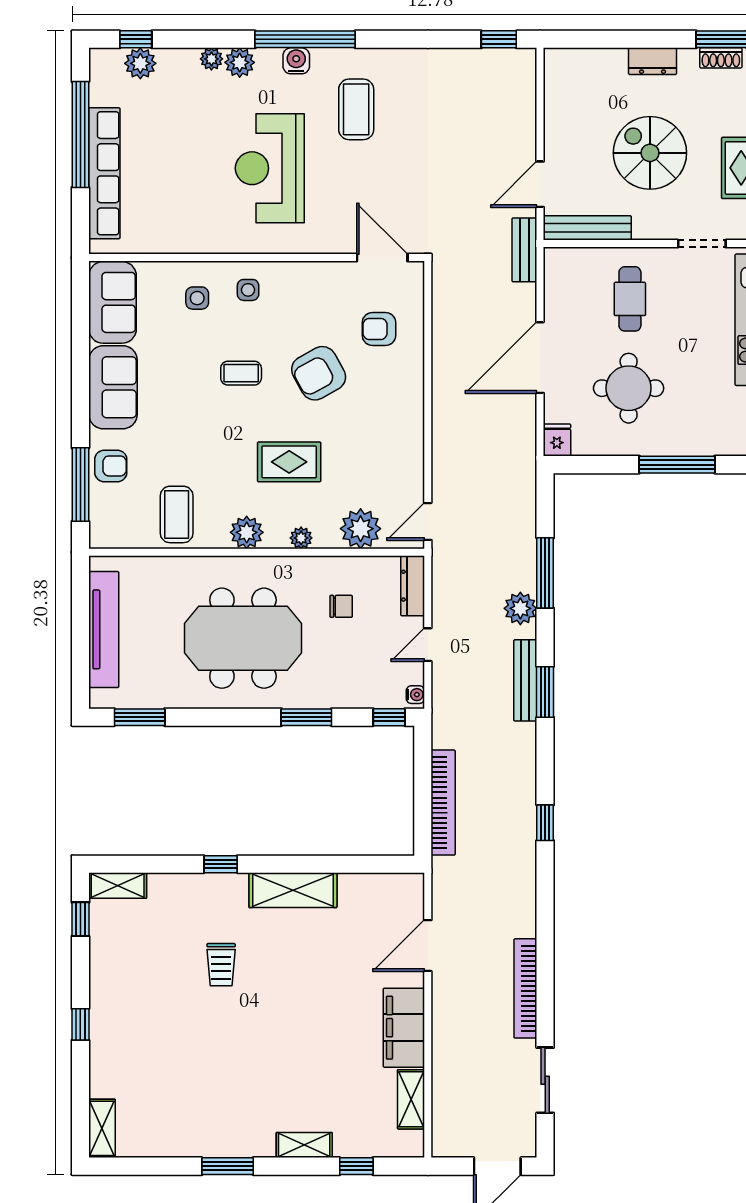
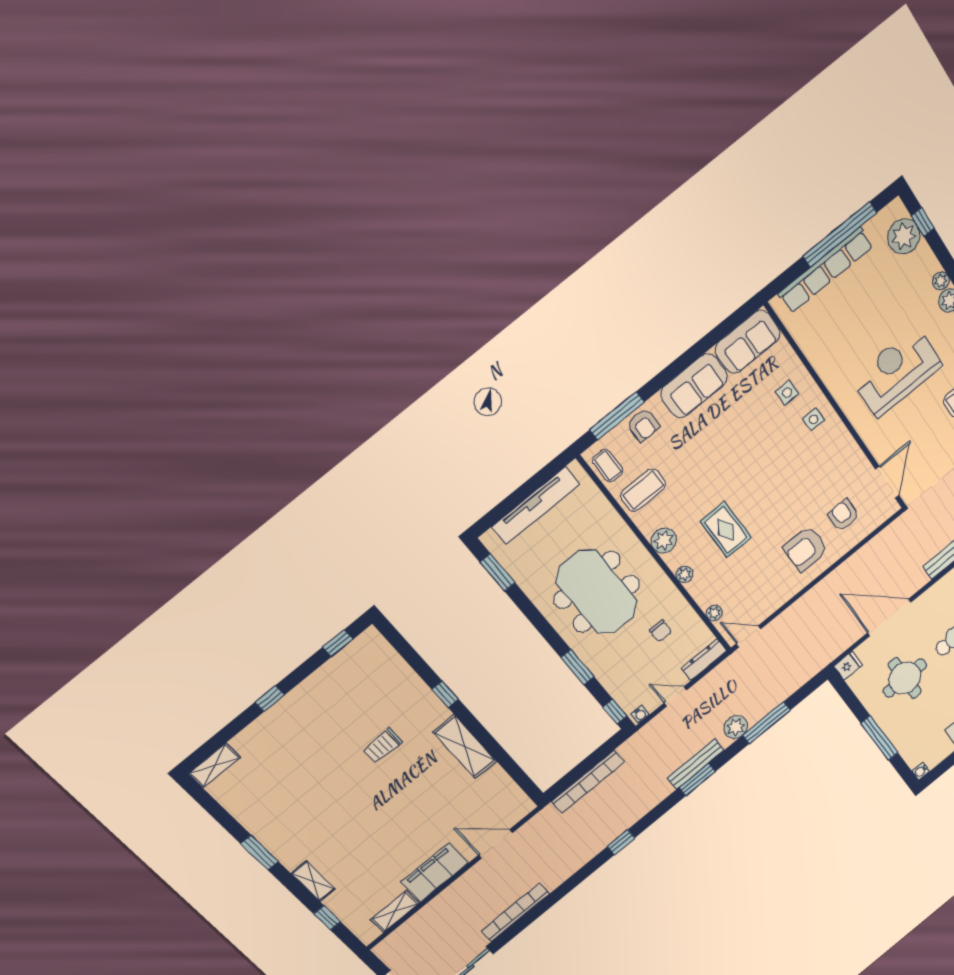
plant: (140, 63) -> (904, 236), width x1.36, depth x1.36
coffee table: (241, 373) -> (608, 466), moved
armchair: (319, 373) -> (806, 549), moved, turned -61
plant: (361, 529) -> (714, 613), width x0.53, depth x0.53
shelving: (118, 886) -> (379, 647), removed

